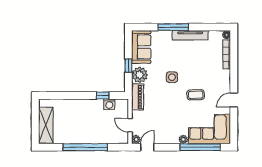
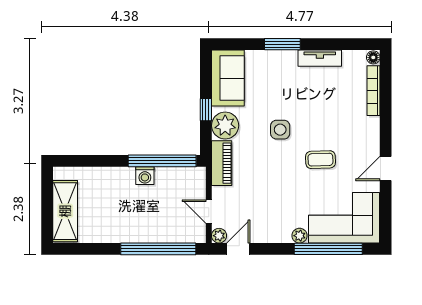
window: (173, 27) -> (282, 44), width x0.69
tv unit: (190, 35) -> (320, 58), width x0.71
window: (103, 96) -> (162, 161), width x3.17
washing machine: (109, 104) -> (145, 176), moved
window: (85, 147) -> (158, 249), moved

